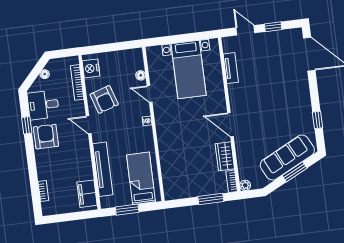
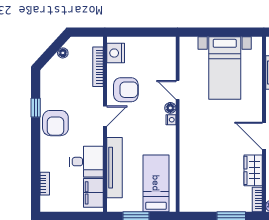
floor lamp: (141, 75) -> (170, 108), moved
armchair: (104, 100) -> (126, 90), turned -72
desk: (43, 105) -> (86, 162), moved, turned 180
door: (89, 125) -> (105, 116), swing flipped
armchair: (46, 137) -> (55, 123), turned 180

